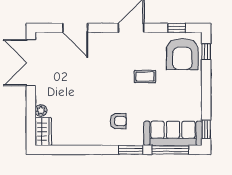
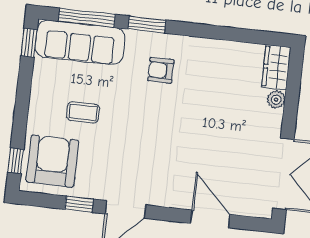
window: (177, 28) -> (79, 204), moved
coffee table: (145, 76) -> (83, 112), moved

